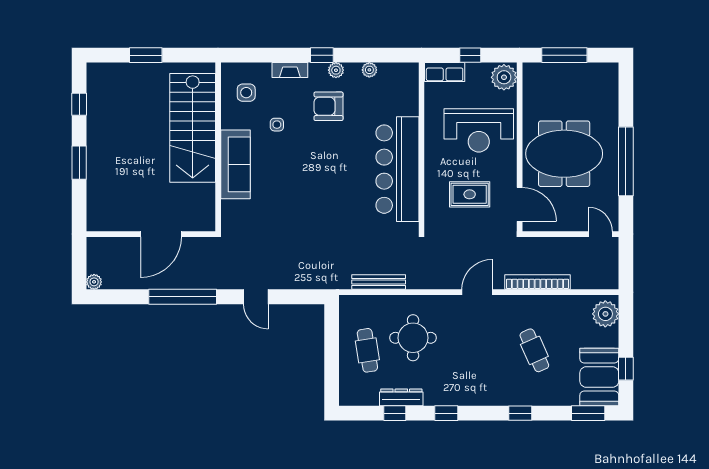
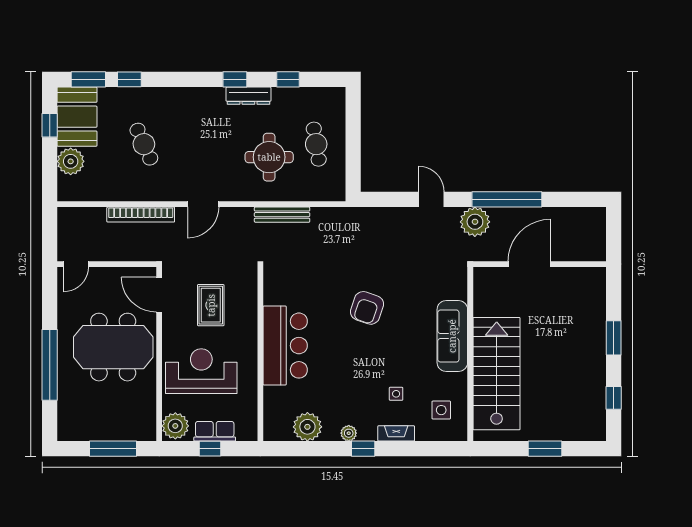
plant: (369, 70) -> (307, 427), width x1.88, depth x1.88
row of seats: (445, 72) -> (215, 431), moved
armchair: (328, 106) -> (367, 308), moved, turned 109
side table: (277, 125) -> (396, 394), moved
window: (626, 161) -> (50, 365), moved
bar counter: (397, 169) -> (285, 346), width x0.73
rug: (470, 194) -> (211, 305), turned 90
door: (600, 234) -> (76, 264), hinge flipped
plant: (94, 282) -> (475, 222), moved, width x1.88, depth x1.88
bench: (379, 282) -> (282, 215), moved
plant: (605, 314) -> (71, 161), moved
dresser: (401, 397) -> (248, 96), moved
window: (520, 413) -> (129, 79), moved

